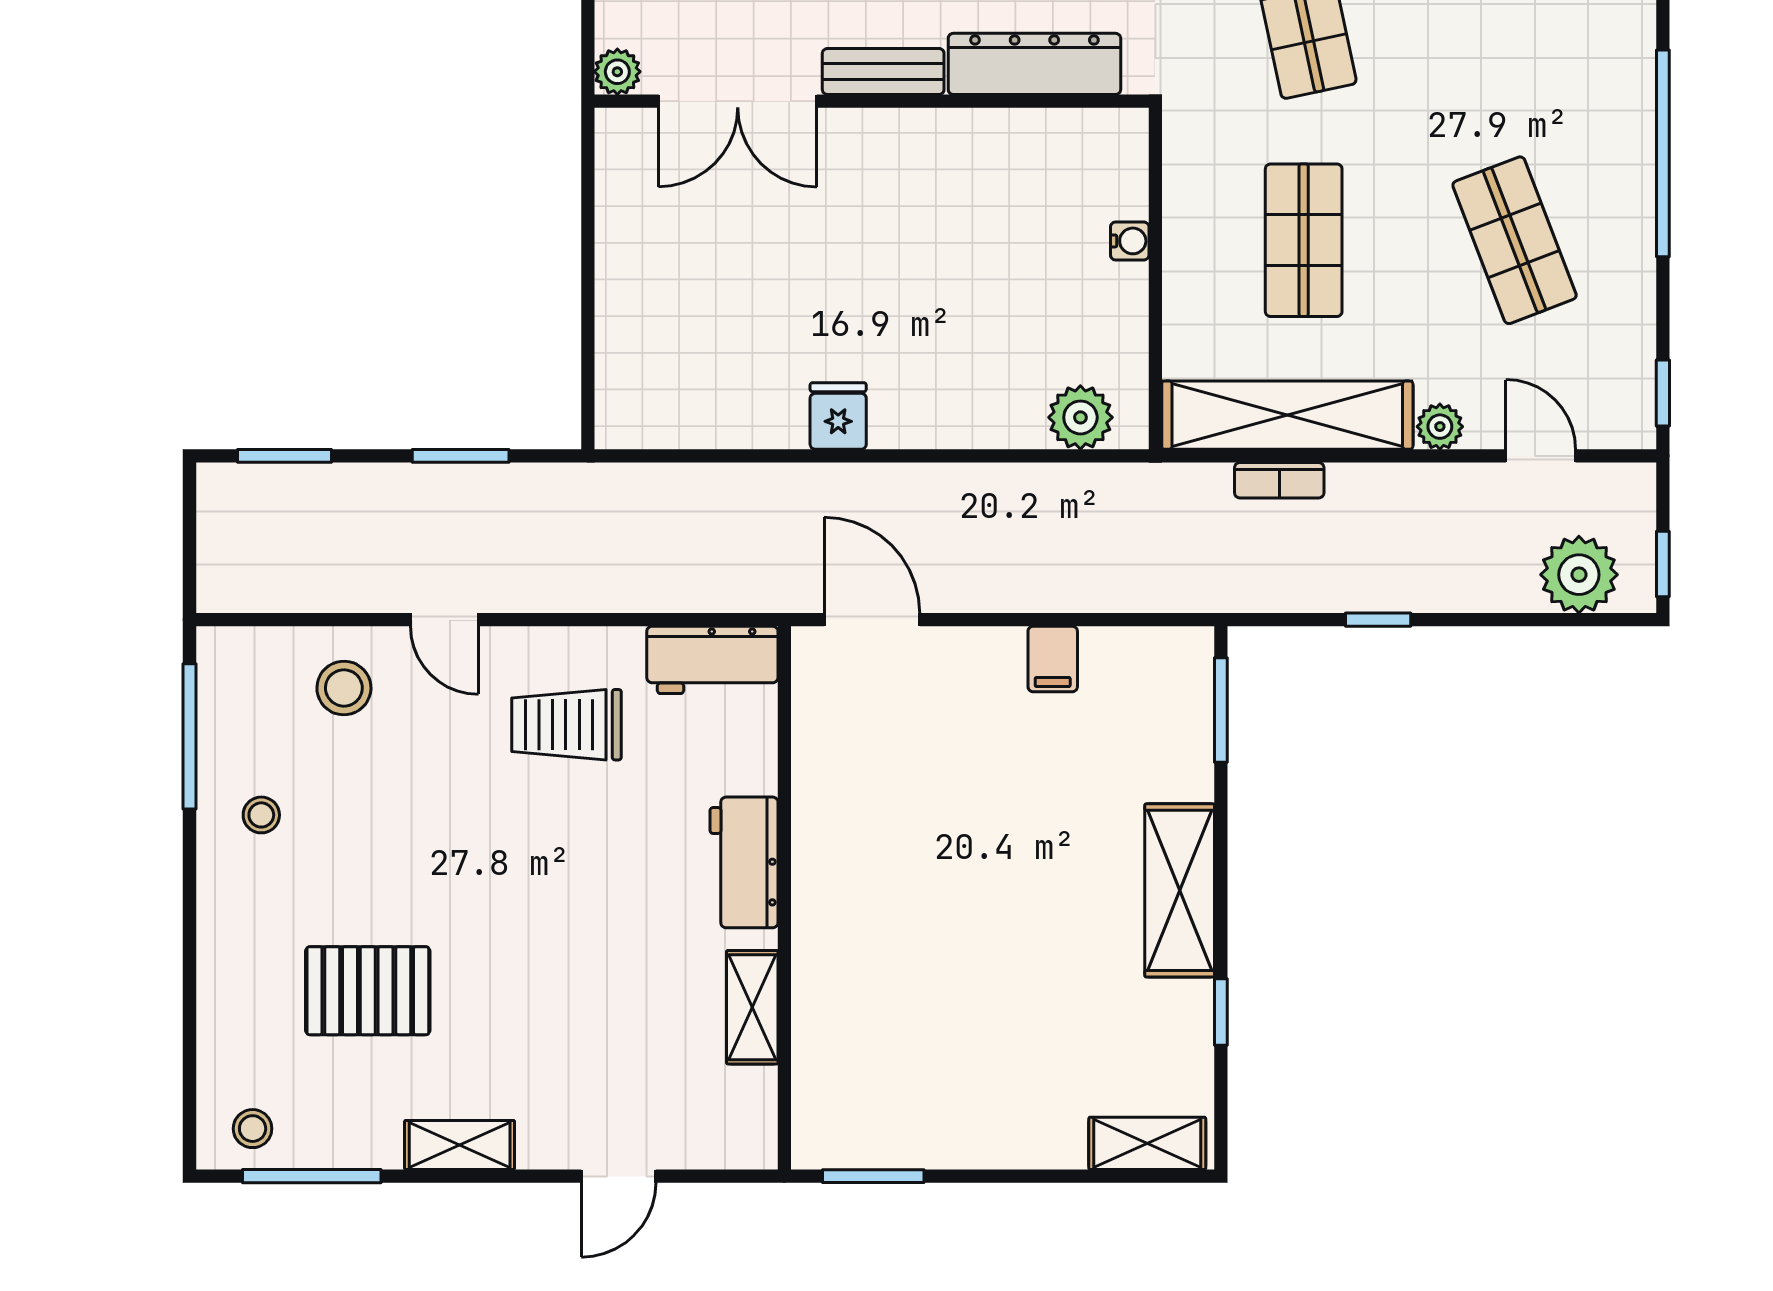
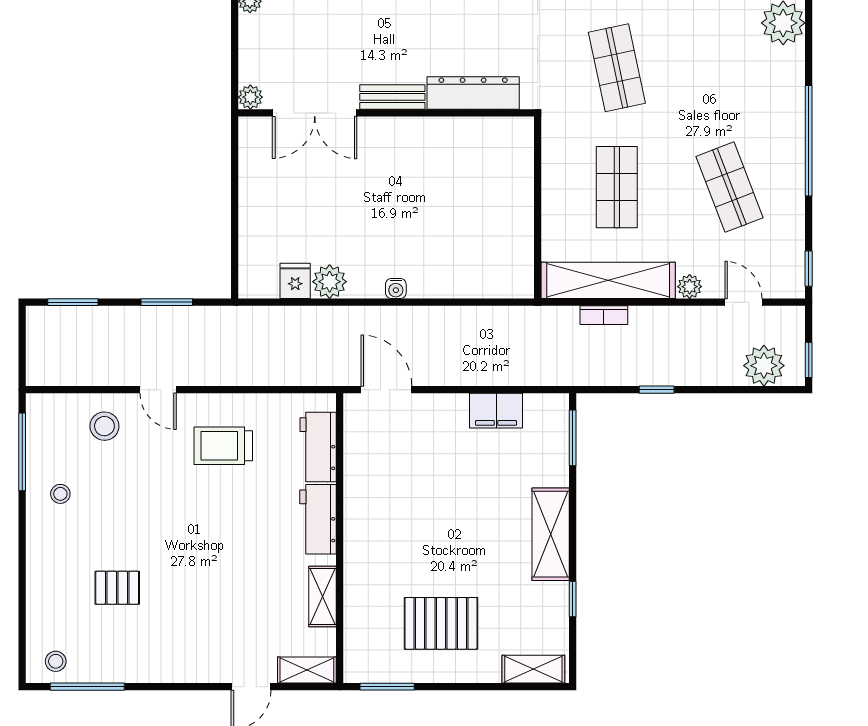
water cooler: (1130, 241) -> (396, 289), moved, turned 90
fridge: (838, 416) -> (295, 281), moved
plant: (1080, 417) -> (330, 282), moved
filing cabinet: (1053, 659) -> (496, 411), width x2.00
workbench: (712, 660) -> (318, 447), moved, turned 90
pallet: (368, 991) -> (117, 588), width x0.67, depth x0.71
pallet: (974, 1057) -> (441, 623), added
shelving: (460, 1145) -> (307, 670), moved

